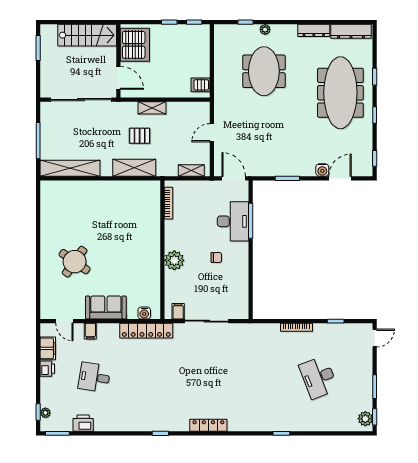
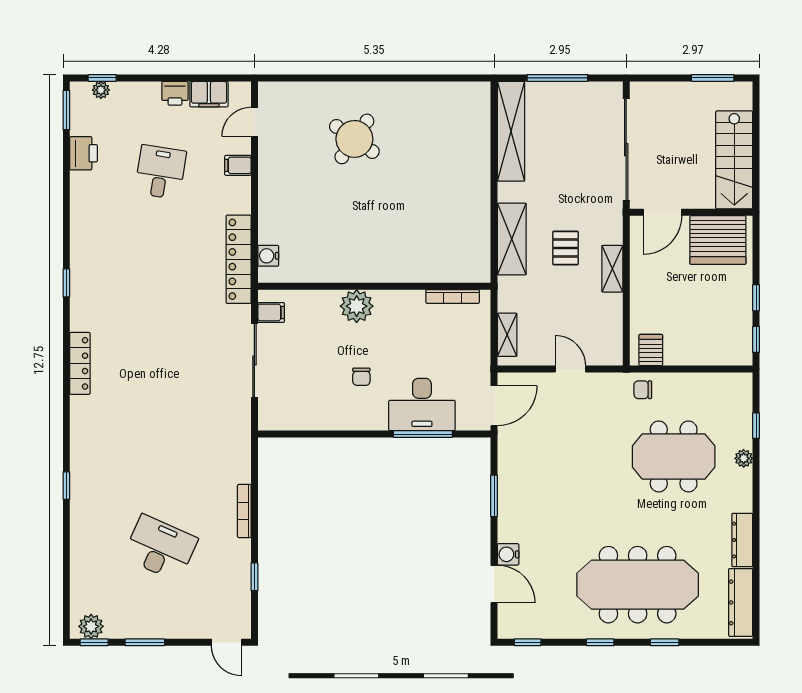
chair: (224, 90) -> (643, 390), added
sofa: (106, 307) -> (277, 192), removed
desk: (319, 377) -> (160, 548), turned 45

